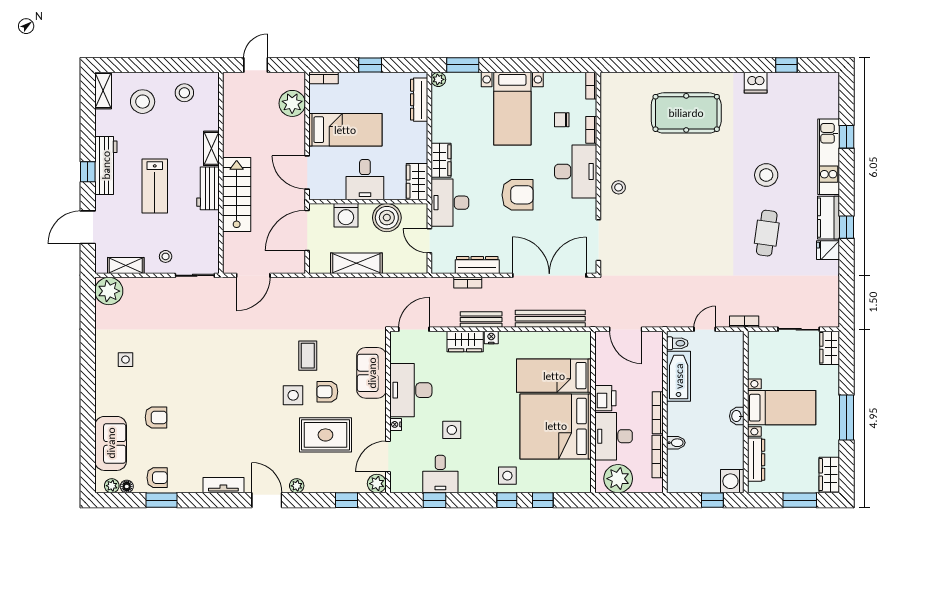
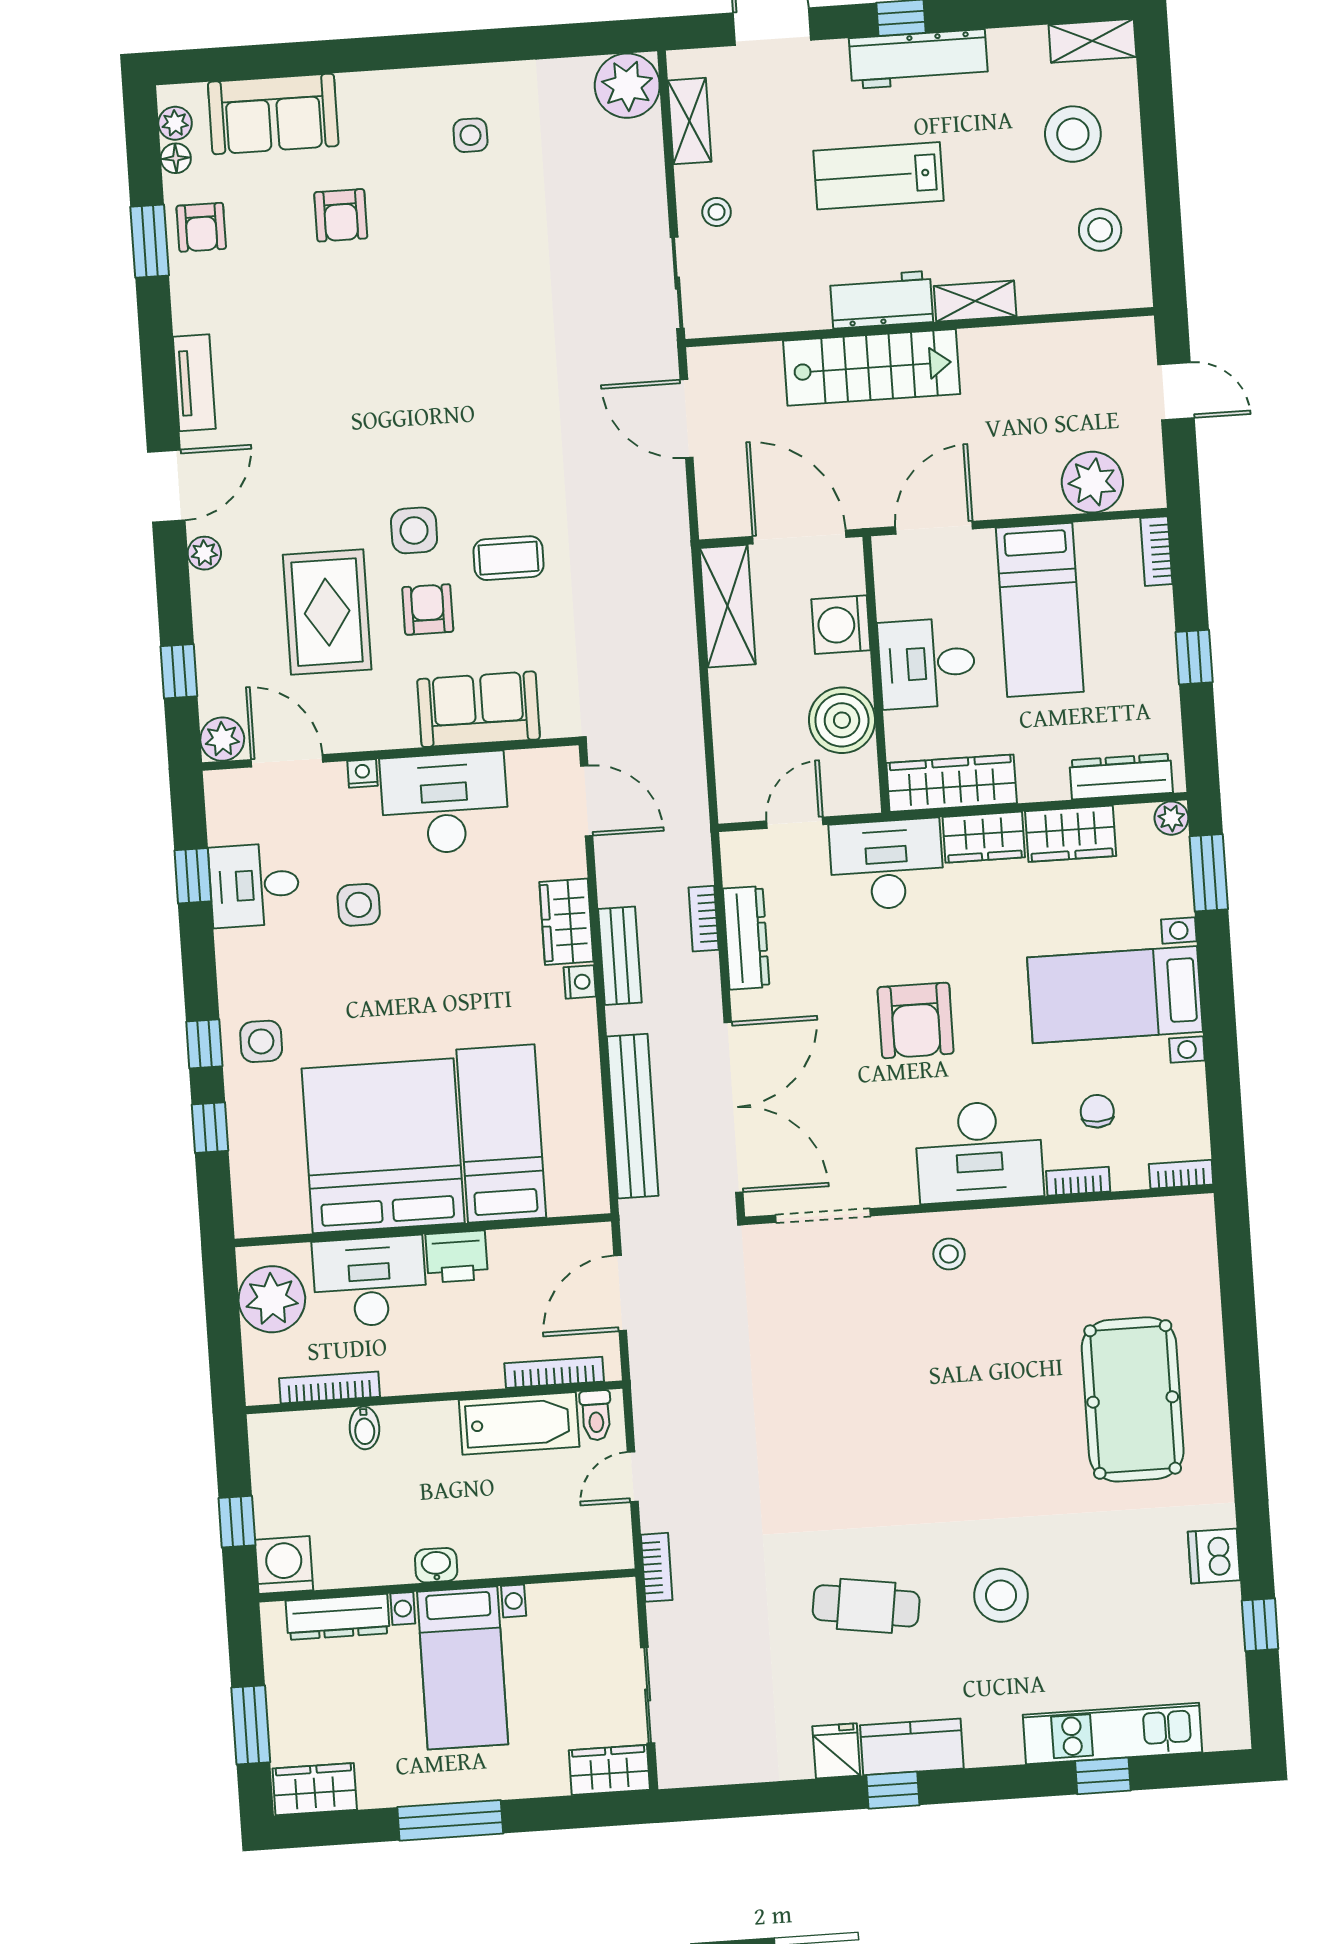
wardrobe: (442, 123) -> (1071, 834), added
kitchen unit: (829, 157) -> (1113, 1733), moved
wardrobe: (417, 182) -> (952, 783), width x1.50
shelving: (356, 263) -> (728, 606), moved
door: (705, 329) -> (633, 1477), swing flipped
bookcase: (658, 413) -> (554, 1372), moved

